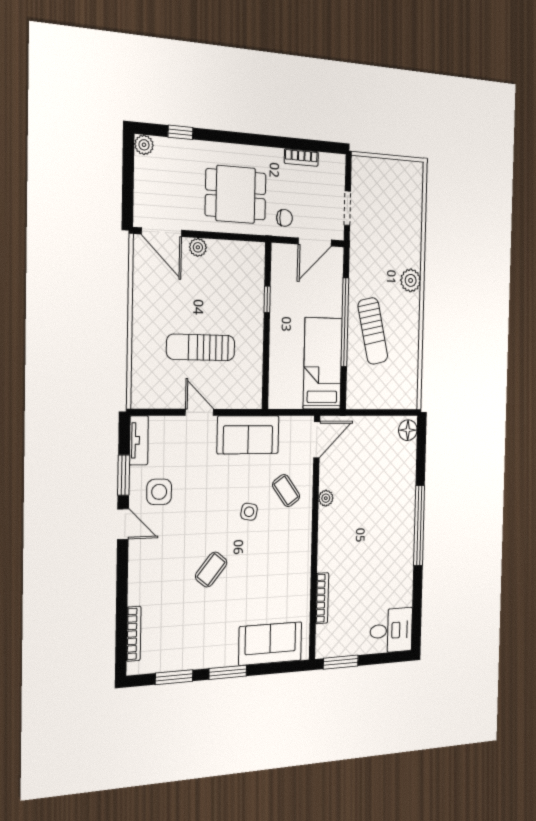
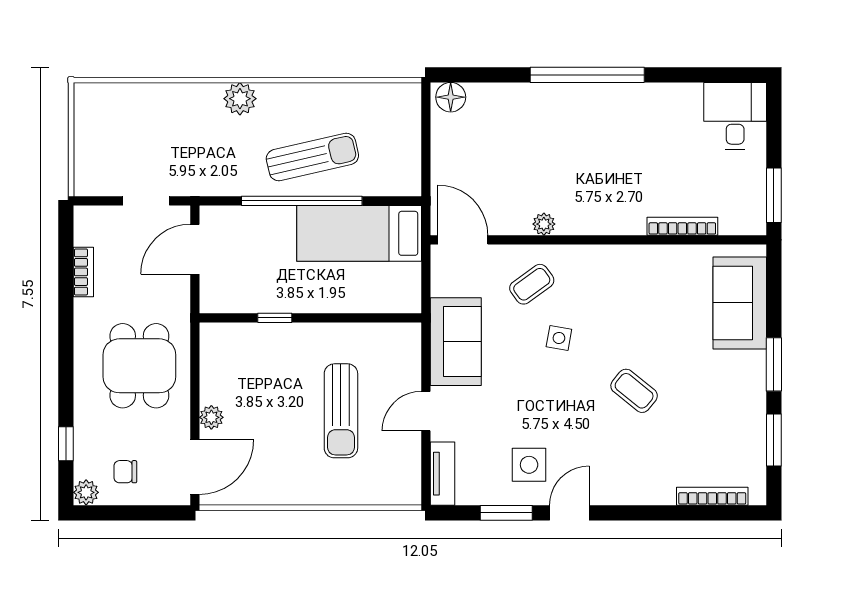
chair: (285, 218) -> (125, 472), moved, turned -90
door: (315, 242) -> (195, 249), swing flipped
tv unit: (139, 440) -> (442, 474), moved, turned 90

